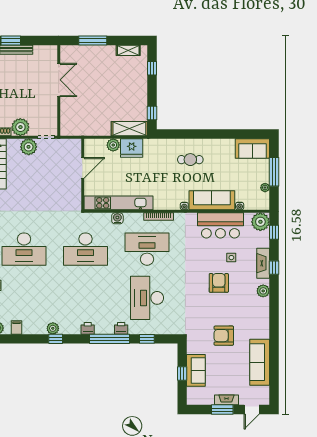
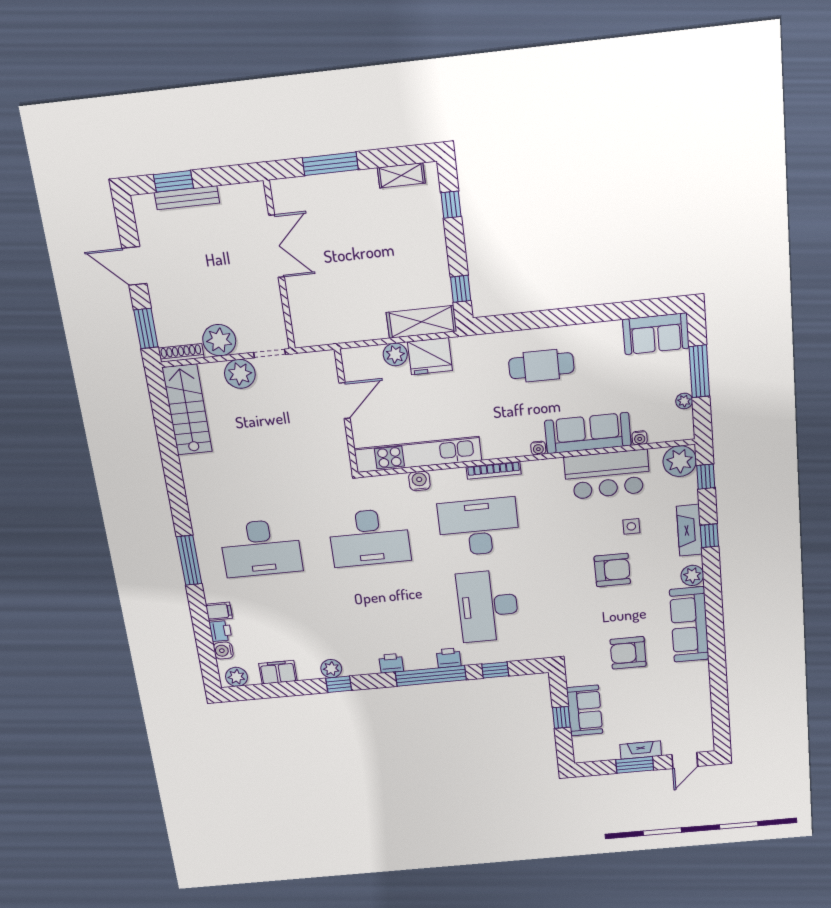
cafe table: (190, 160) -> (541, 366), width x1.37, depth x1.35
armchair: (219, 283) -> (612, 570), turned 90
filing cabinet: (17, 327) -> (278, 672), width x2.00
sofa: (260, 362) -> (689, 624), moved

